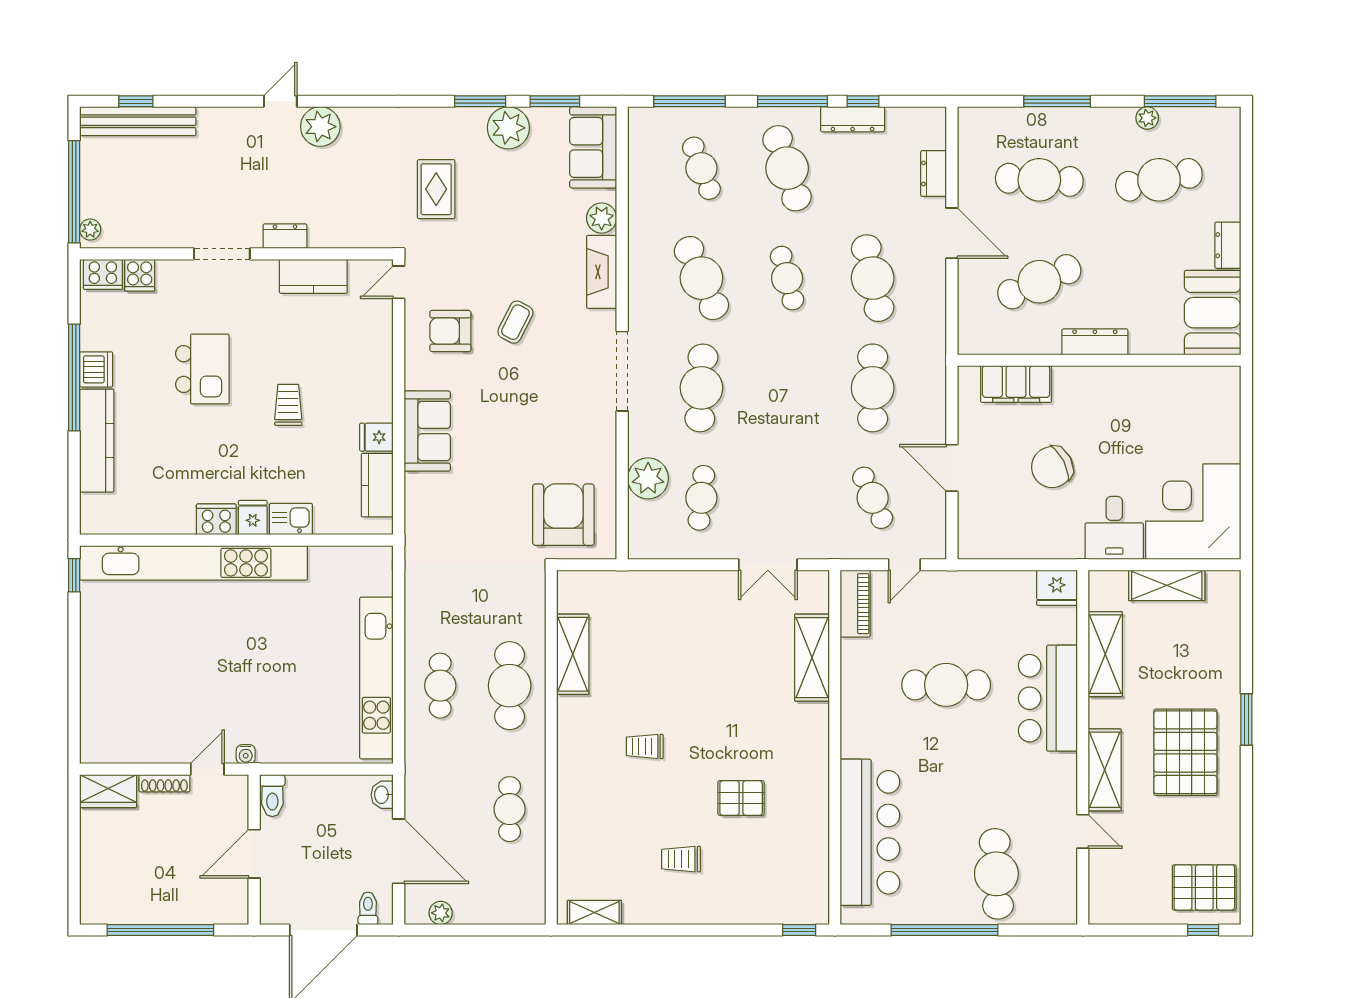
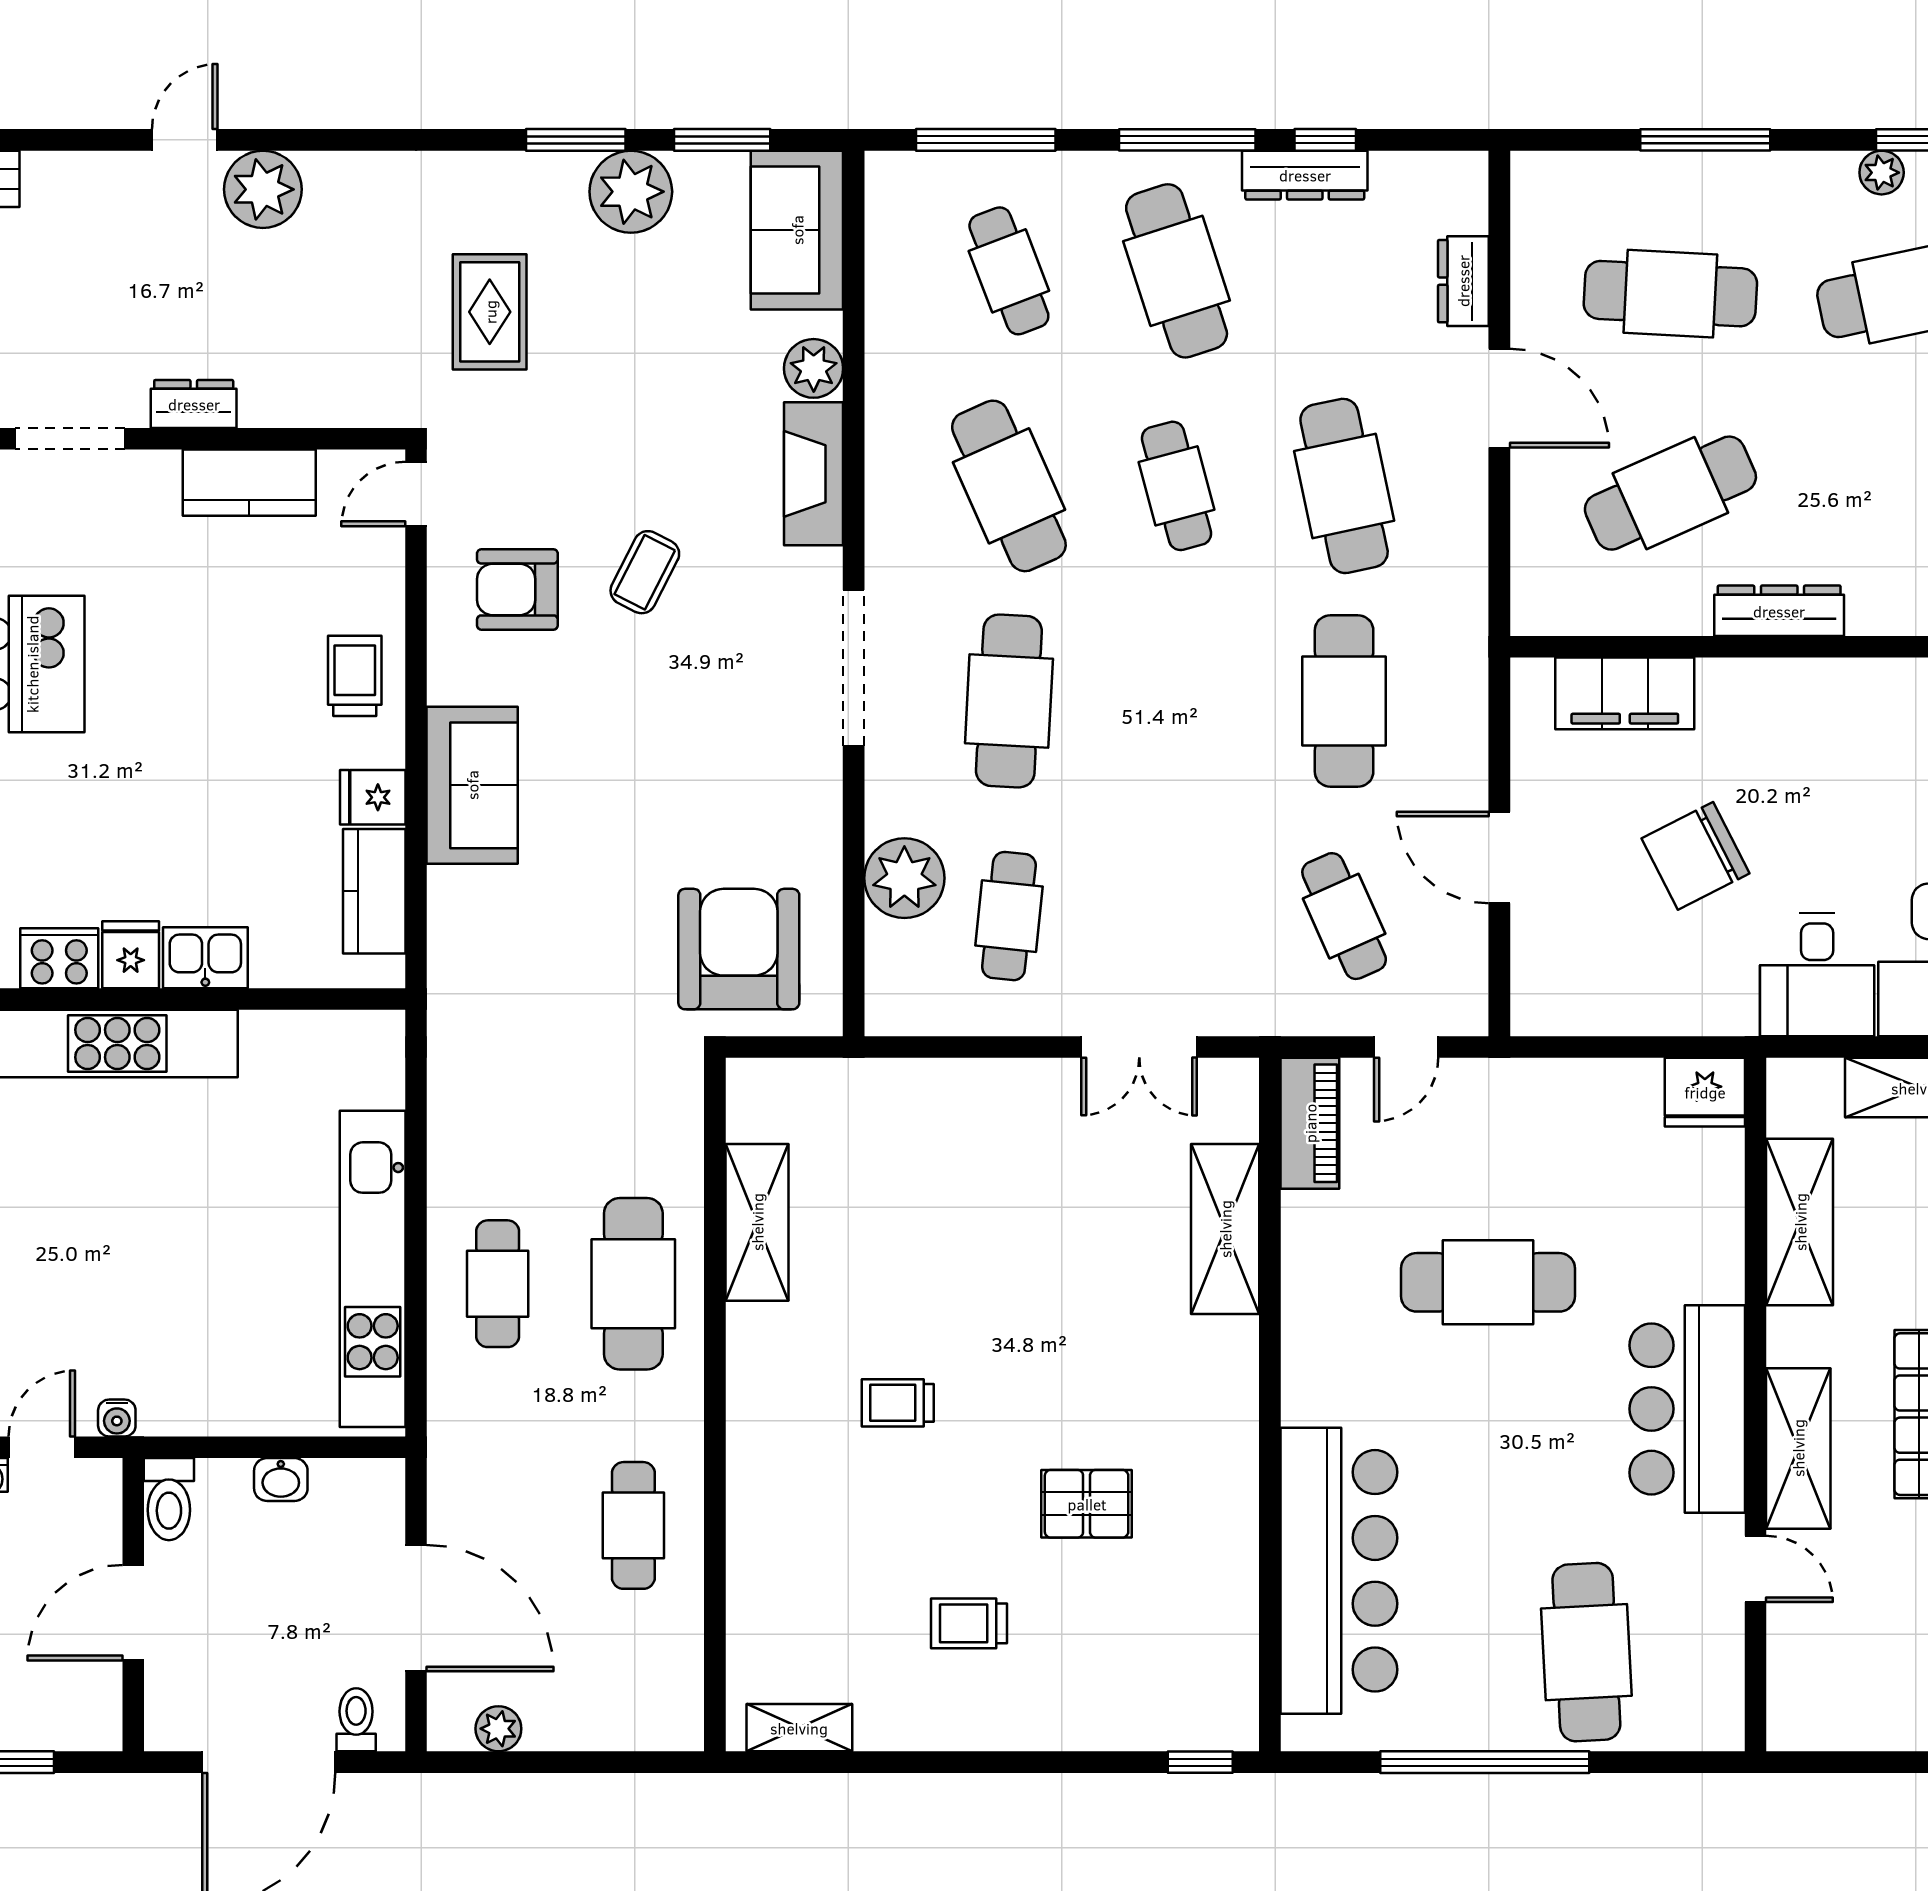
trolley: (288, 405) -> (355, 676), moved
bar counter: (1048, 698) -> (1687, 1409), moved
washbasin: (382, 795) -> (281, 1480), moved, turned -90

